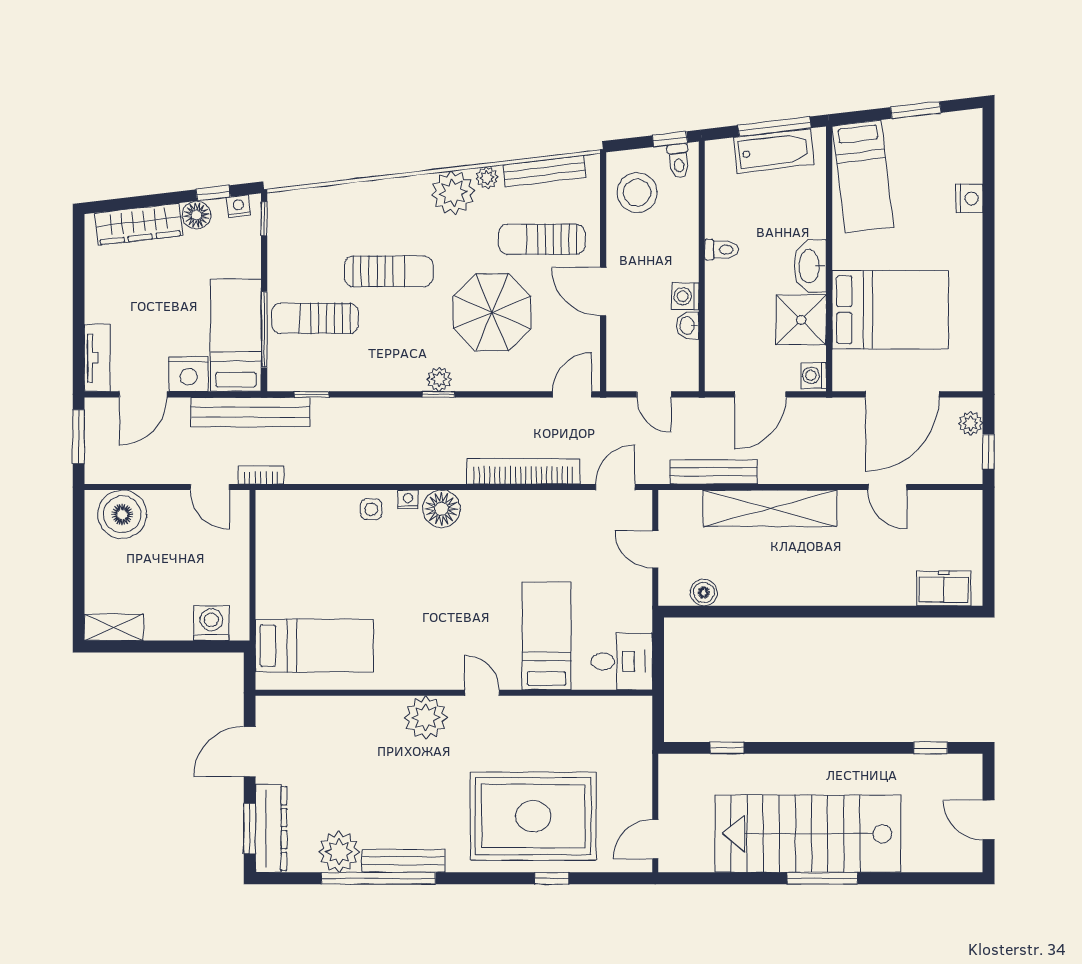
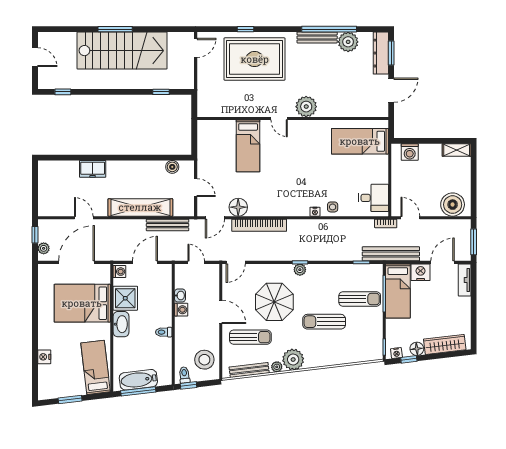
floor lamp: (441, 509) -> (238, 207), moved
freezer: (944, 588) -> (93, 169), moved
desk: (622, 661) -> (374, 198), moved, turned 180

